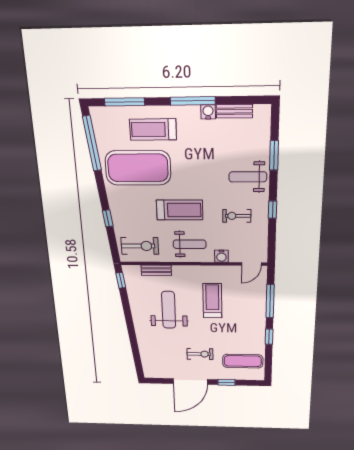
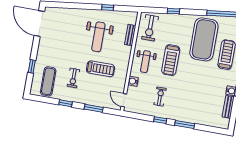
window: (274, 155) -> (185, 124), moved
weight bench: (248, 177) -> (185, 108), removed
window: (121, 280) -> (108, 8), moved
window: (270, 301) -> (94, 108), width x0.69
weight bench: (169, 310) -> (98, 37), turned 90
exercise bike: (200, 354) -> (73, 78), moved
door: (190, 382) -> (39, 24), moved

